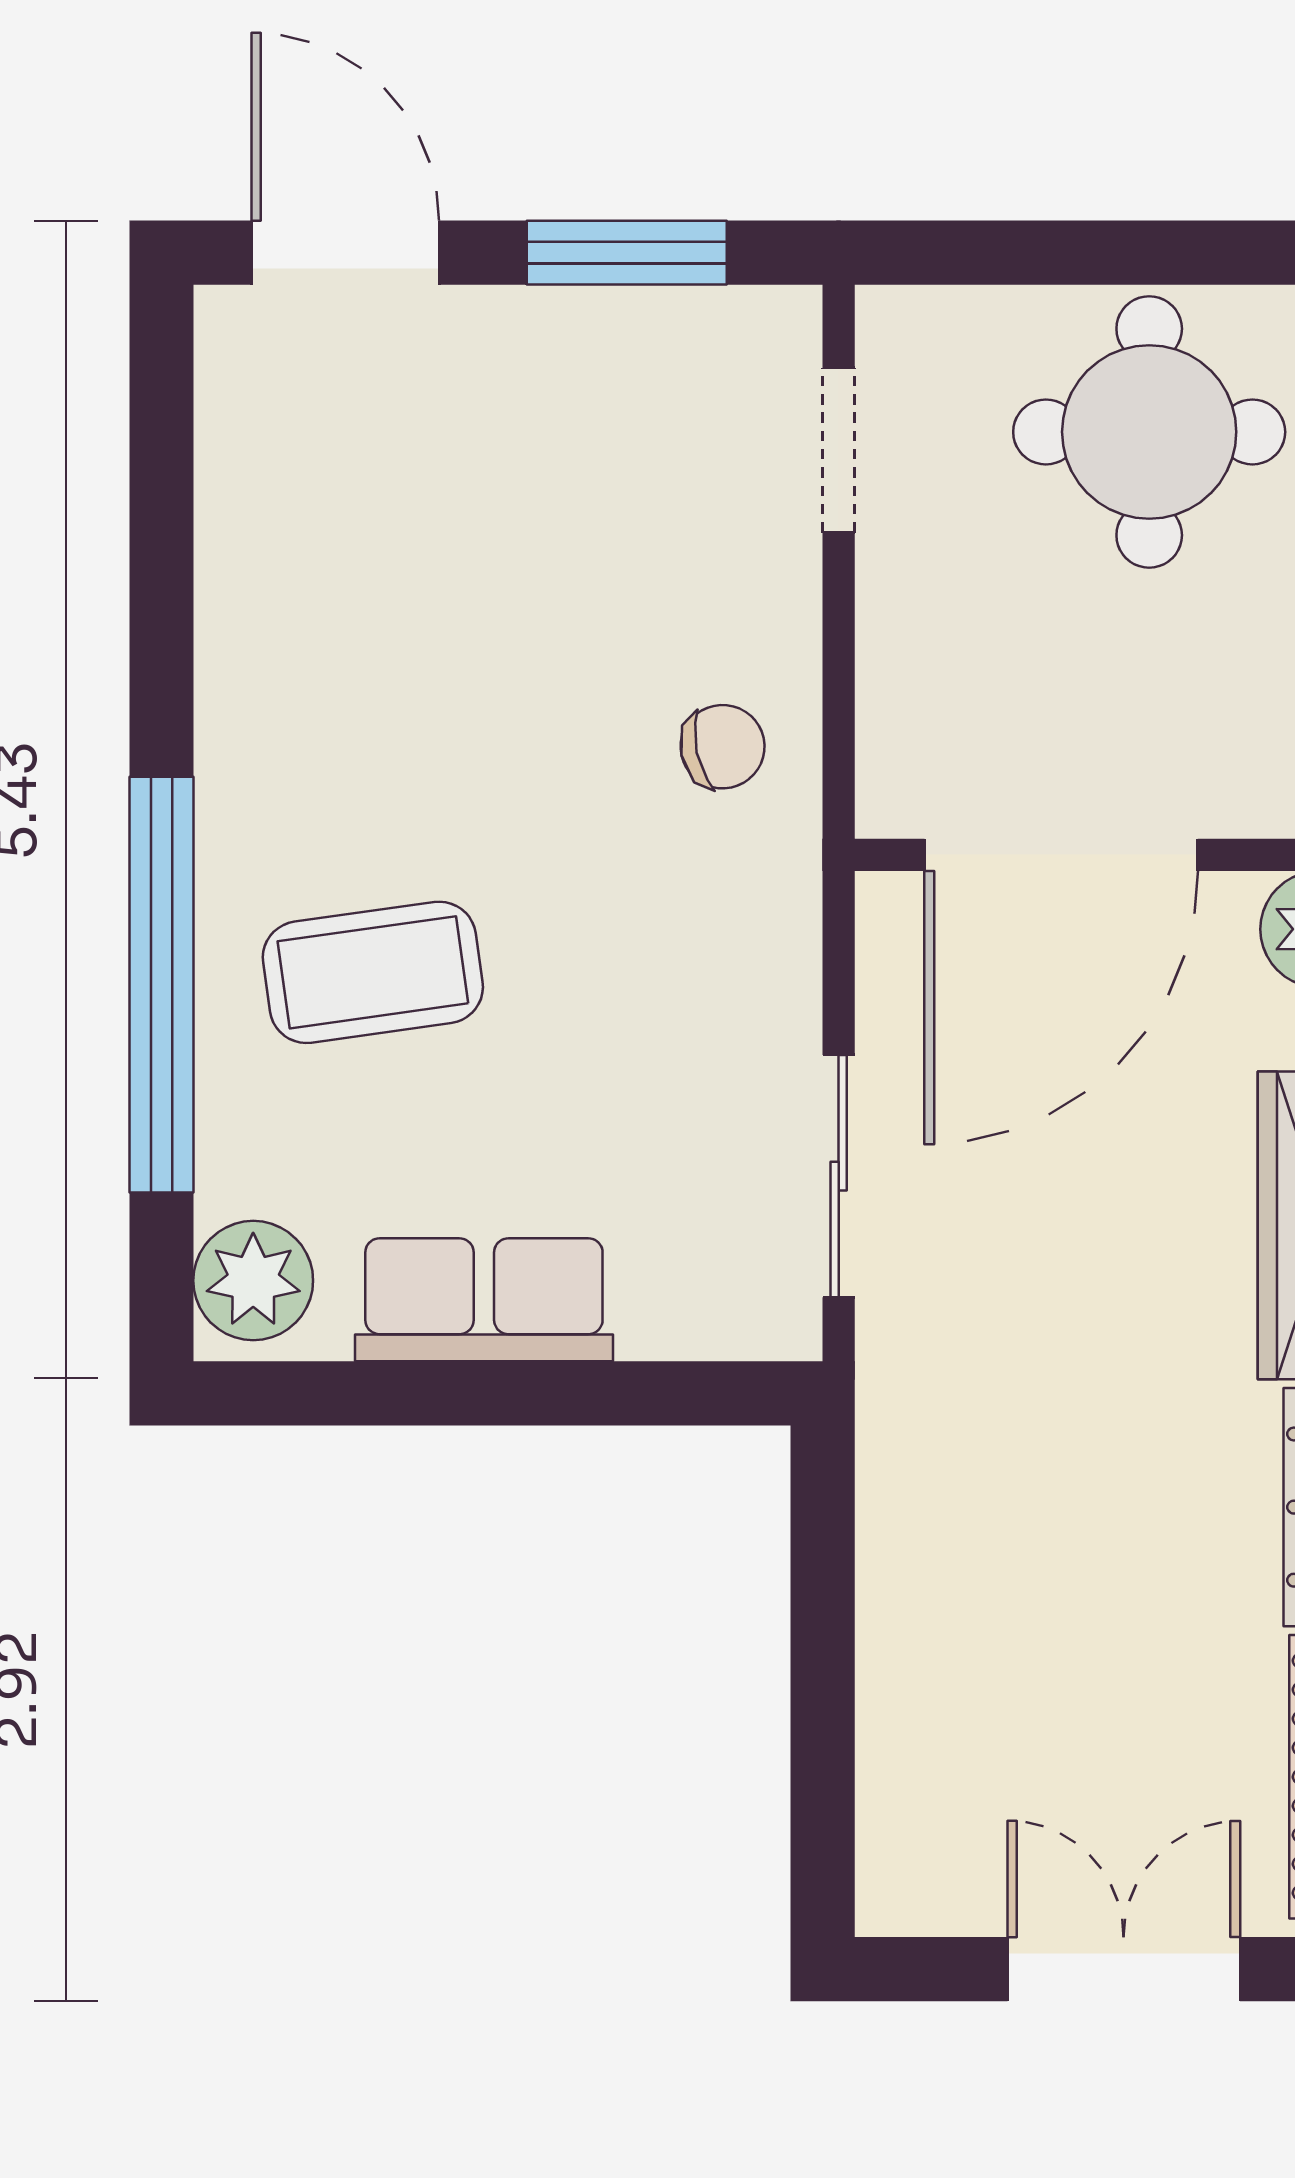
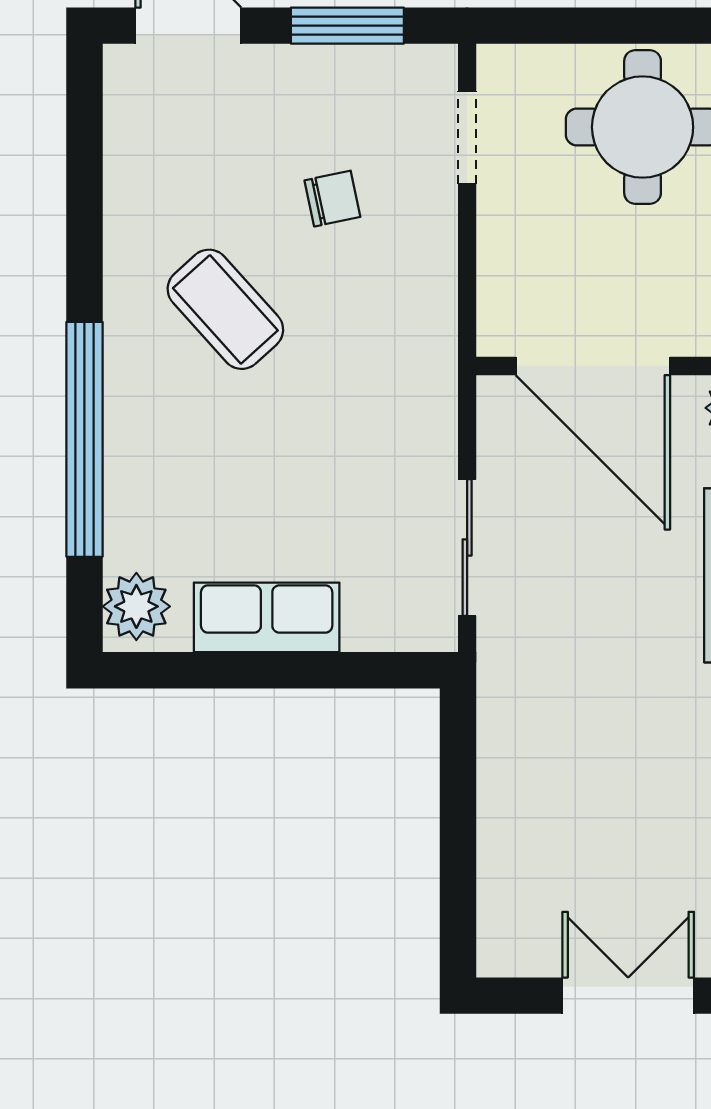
chair: (723, 747) -> (332, 199), moved
door: (1061, 855) -> (593, 366), hinge flipped
coffee table: (373, 972) -> (225, 309), moved, turned 56

